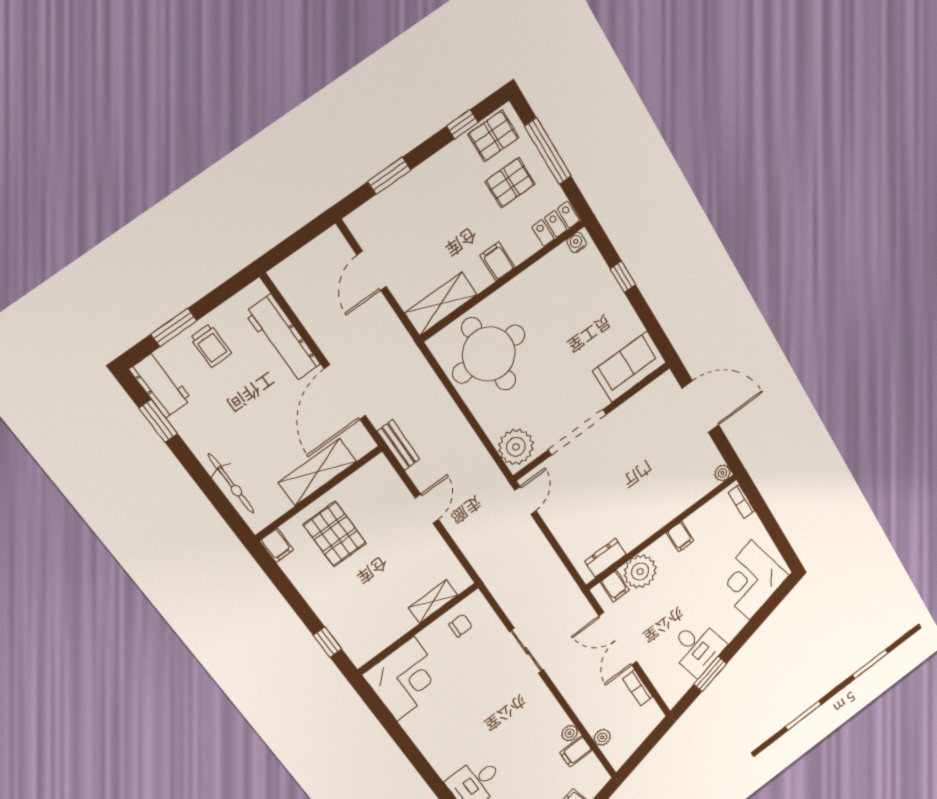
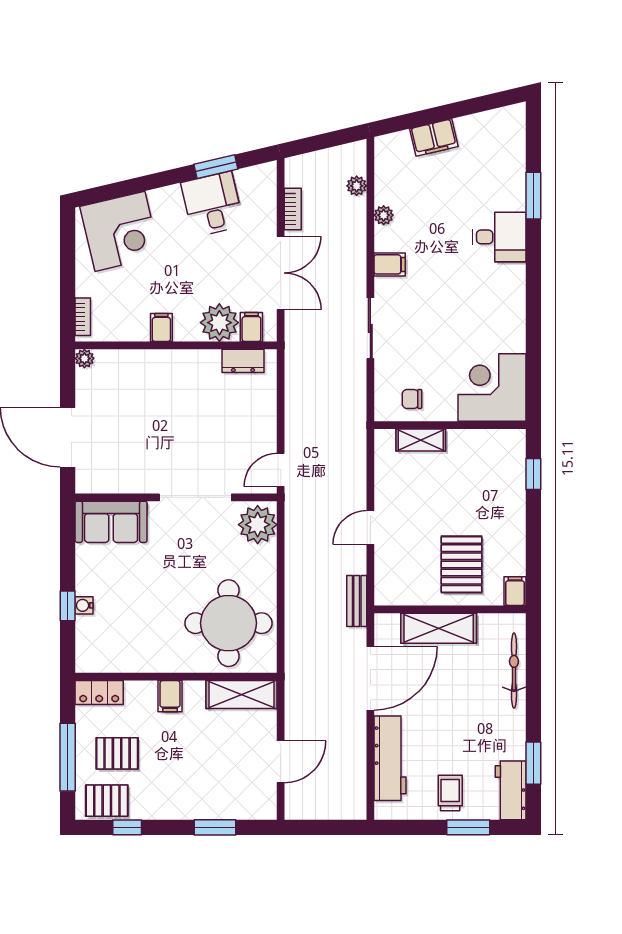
water cooler: (577, 243) -> (84, 605), moved, turned 90
filing cabinet: (576, 751) -> (390, 264), moved

